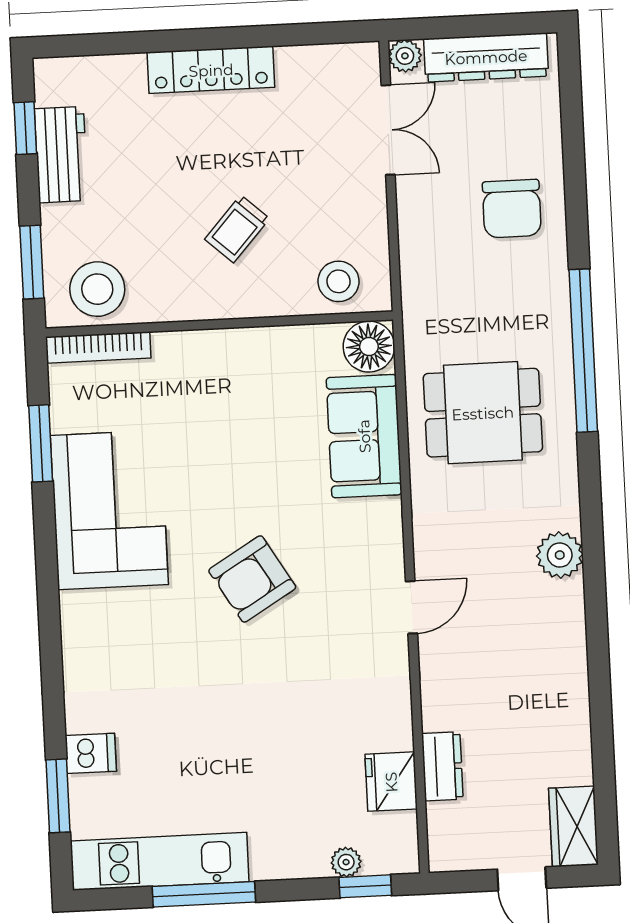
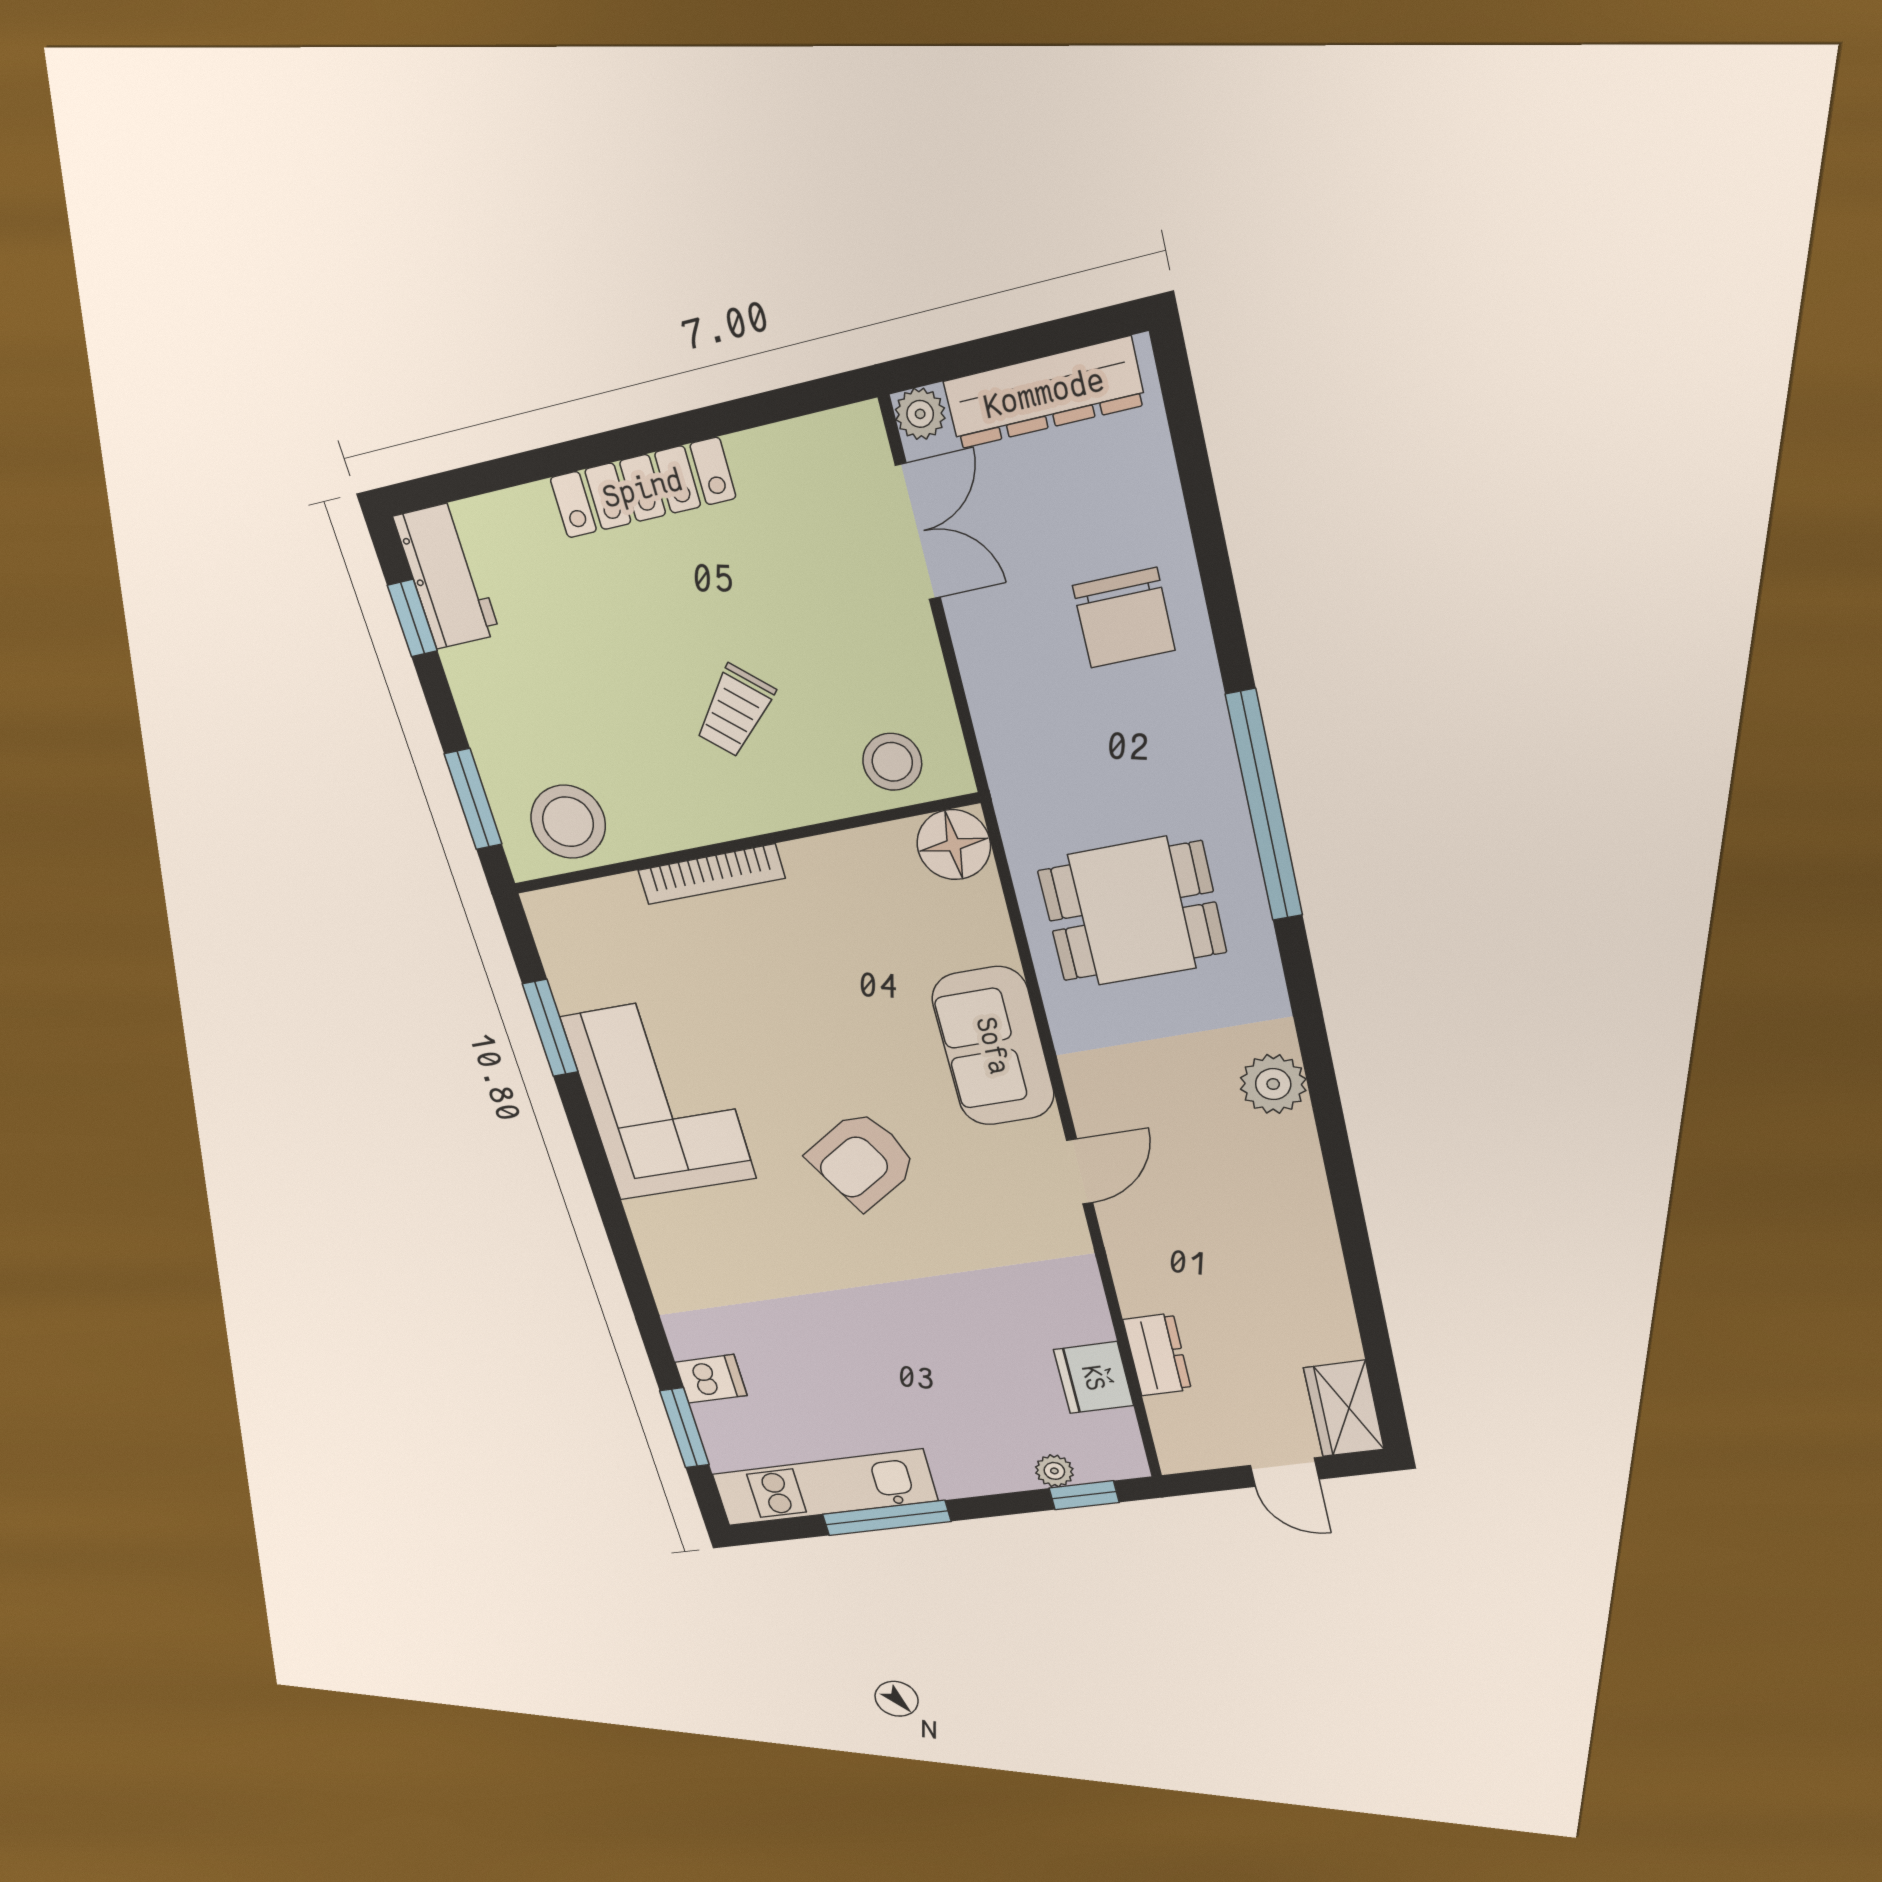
workbench: (61, 155) -> (447, 576), moved
bookcase: (98, 347) -> (711, 874), moved
sofa: (364, 436) -> (993, 1046), moved

